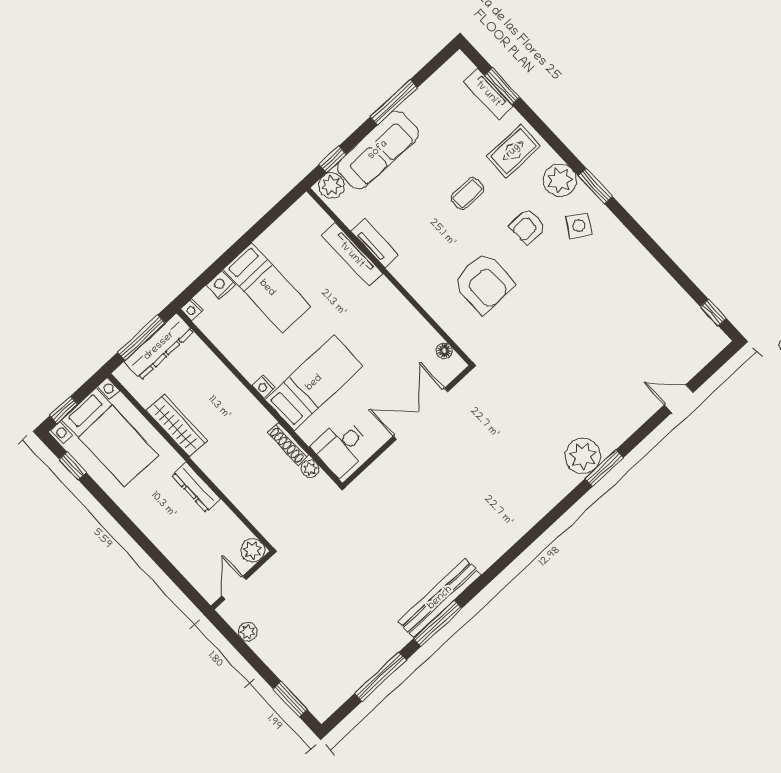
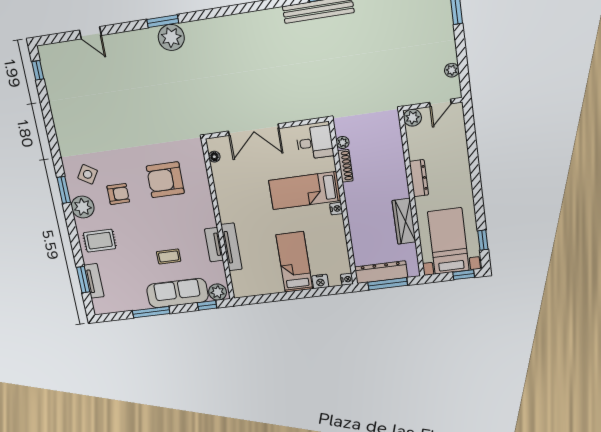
coffee table: (467, 194) -> (169, 256), moved
armchair: (483, 283) -> (165, 180), turned -90

